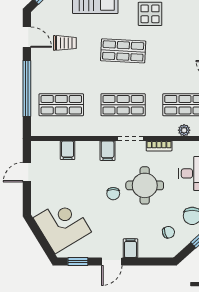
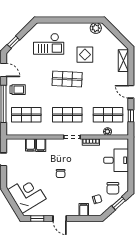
trolley: (65, 43) -> (18, 90), moved
filing cabinet: (108, 151) -> (41, 145), moved
round table: (145, 185) -> (81, 168), removed
filing cabinet: (130, 248) -> (84, 210), moved
door: (112, 262) -> (60, 219), hinge flipped

